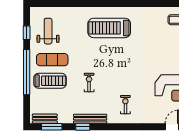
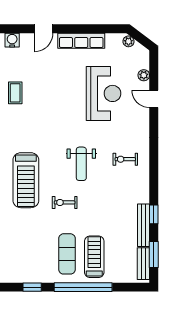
weight bench: (48, 31) -> (81, 164), moved, turned -90
exercise bike: (89, 83) -> (65, 202), moved
bench: (90, 119) -> (143, 225), moved

